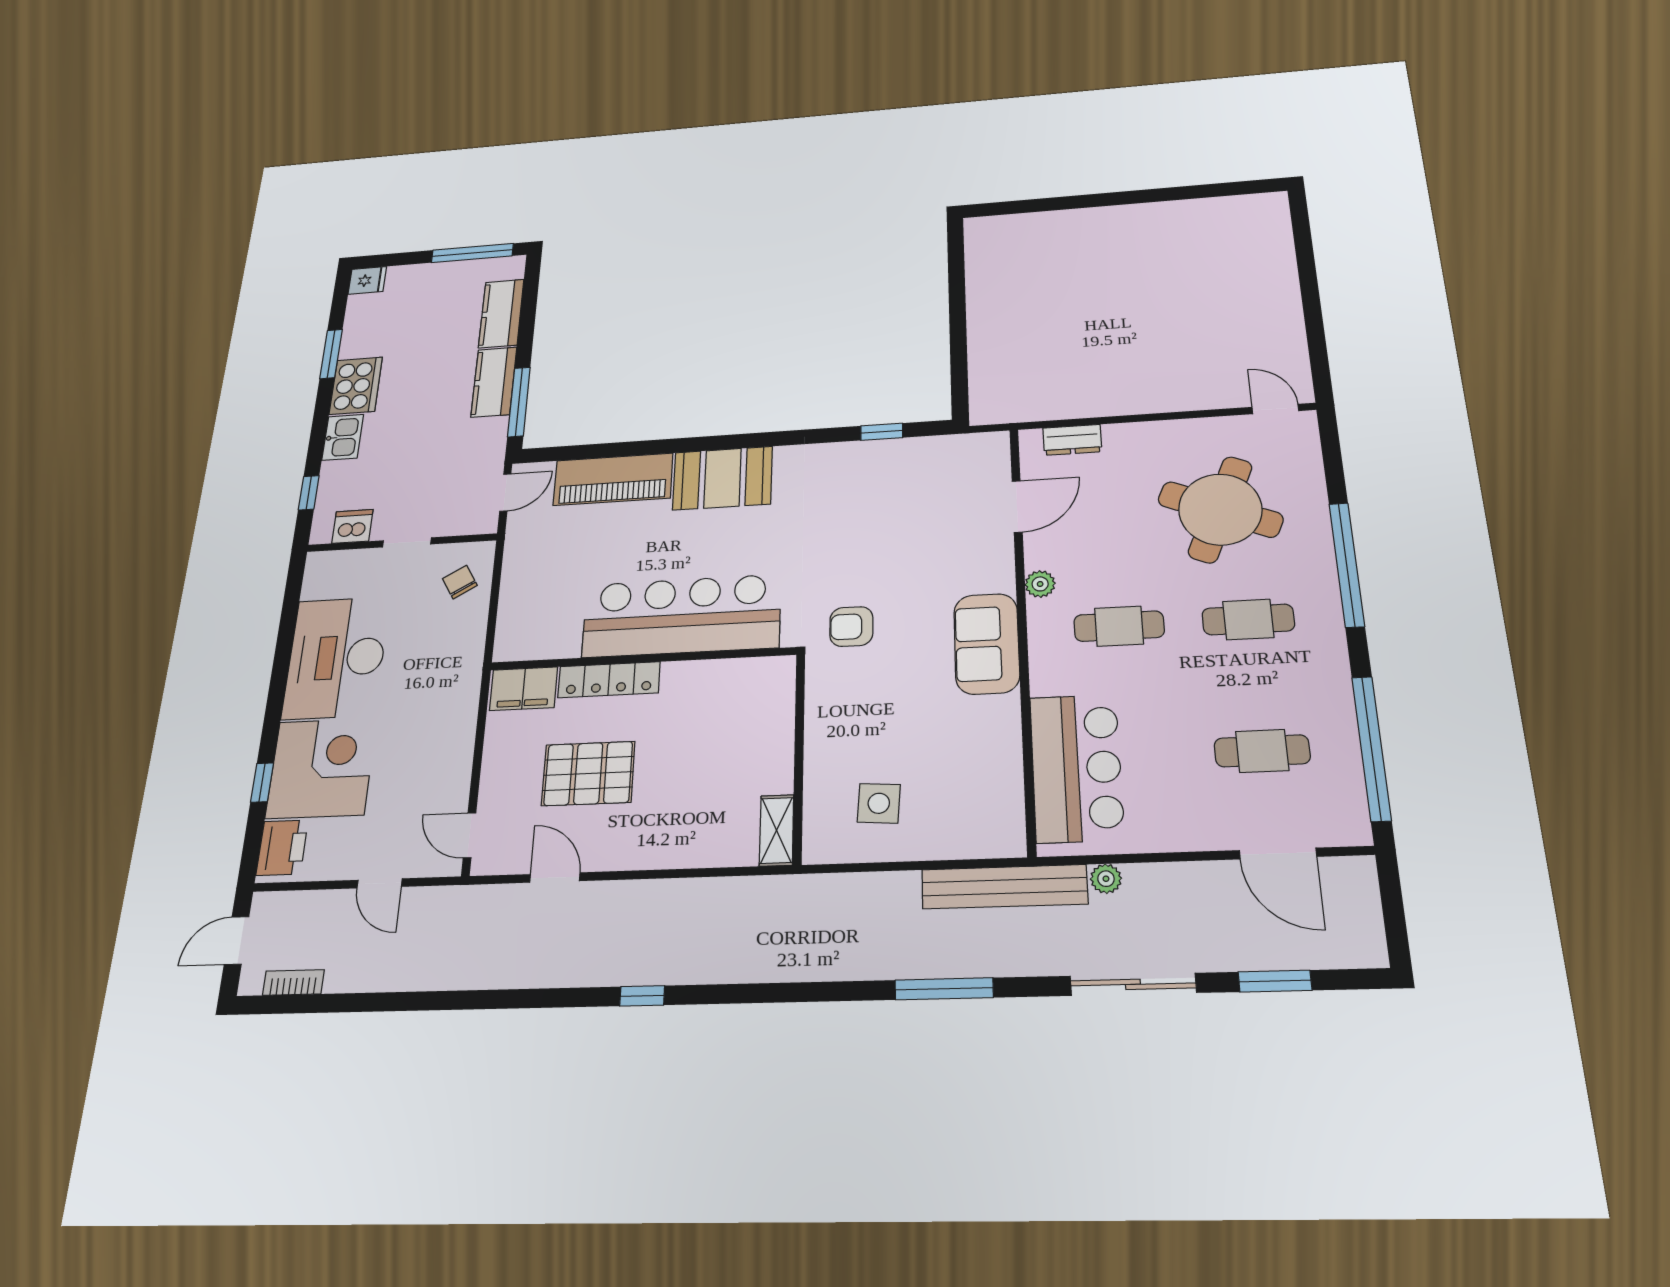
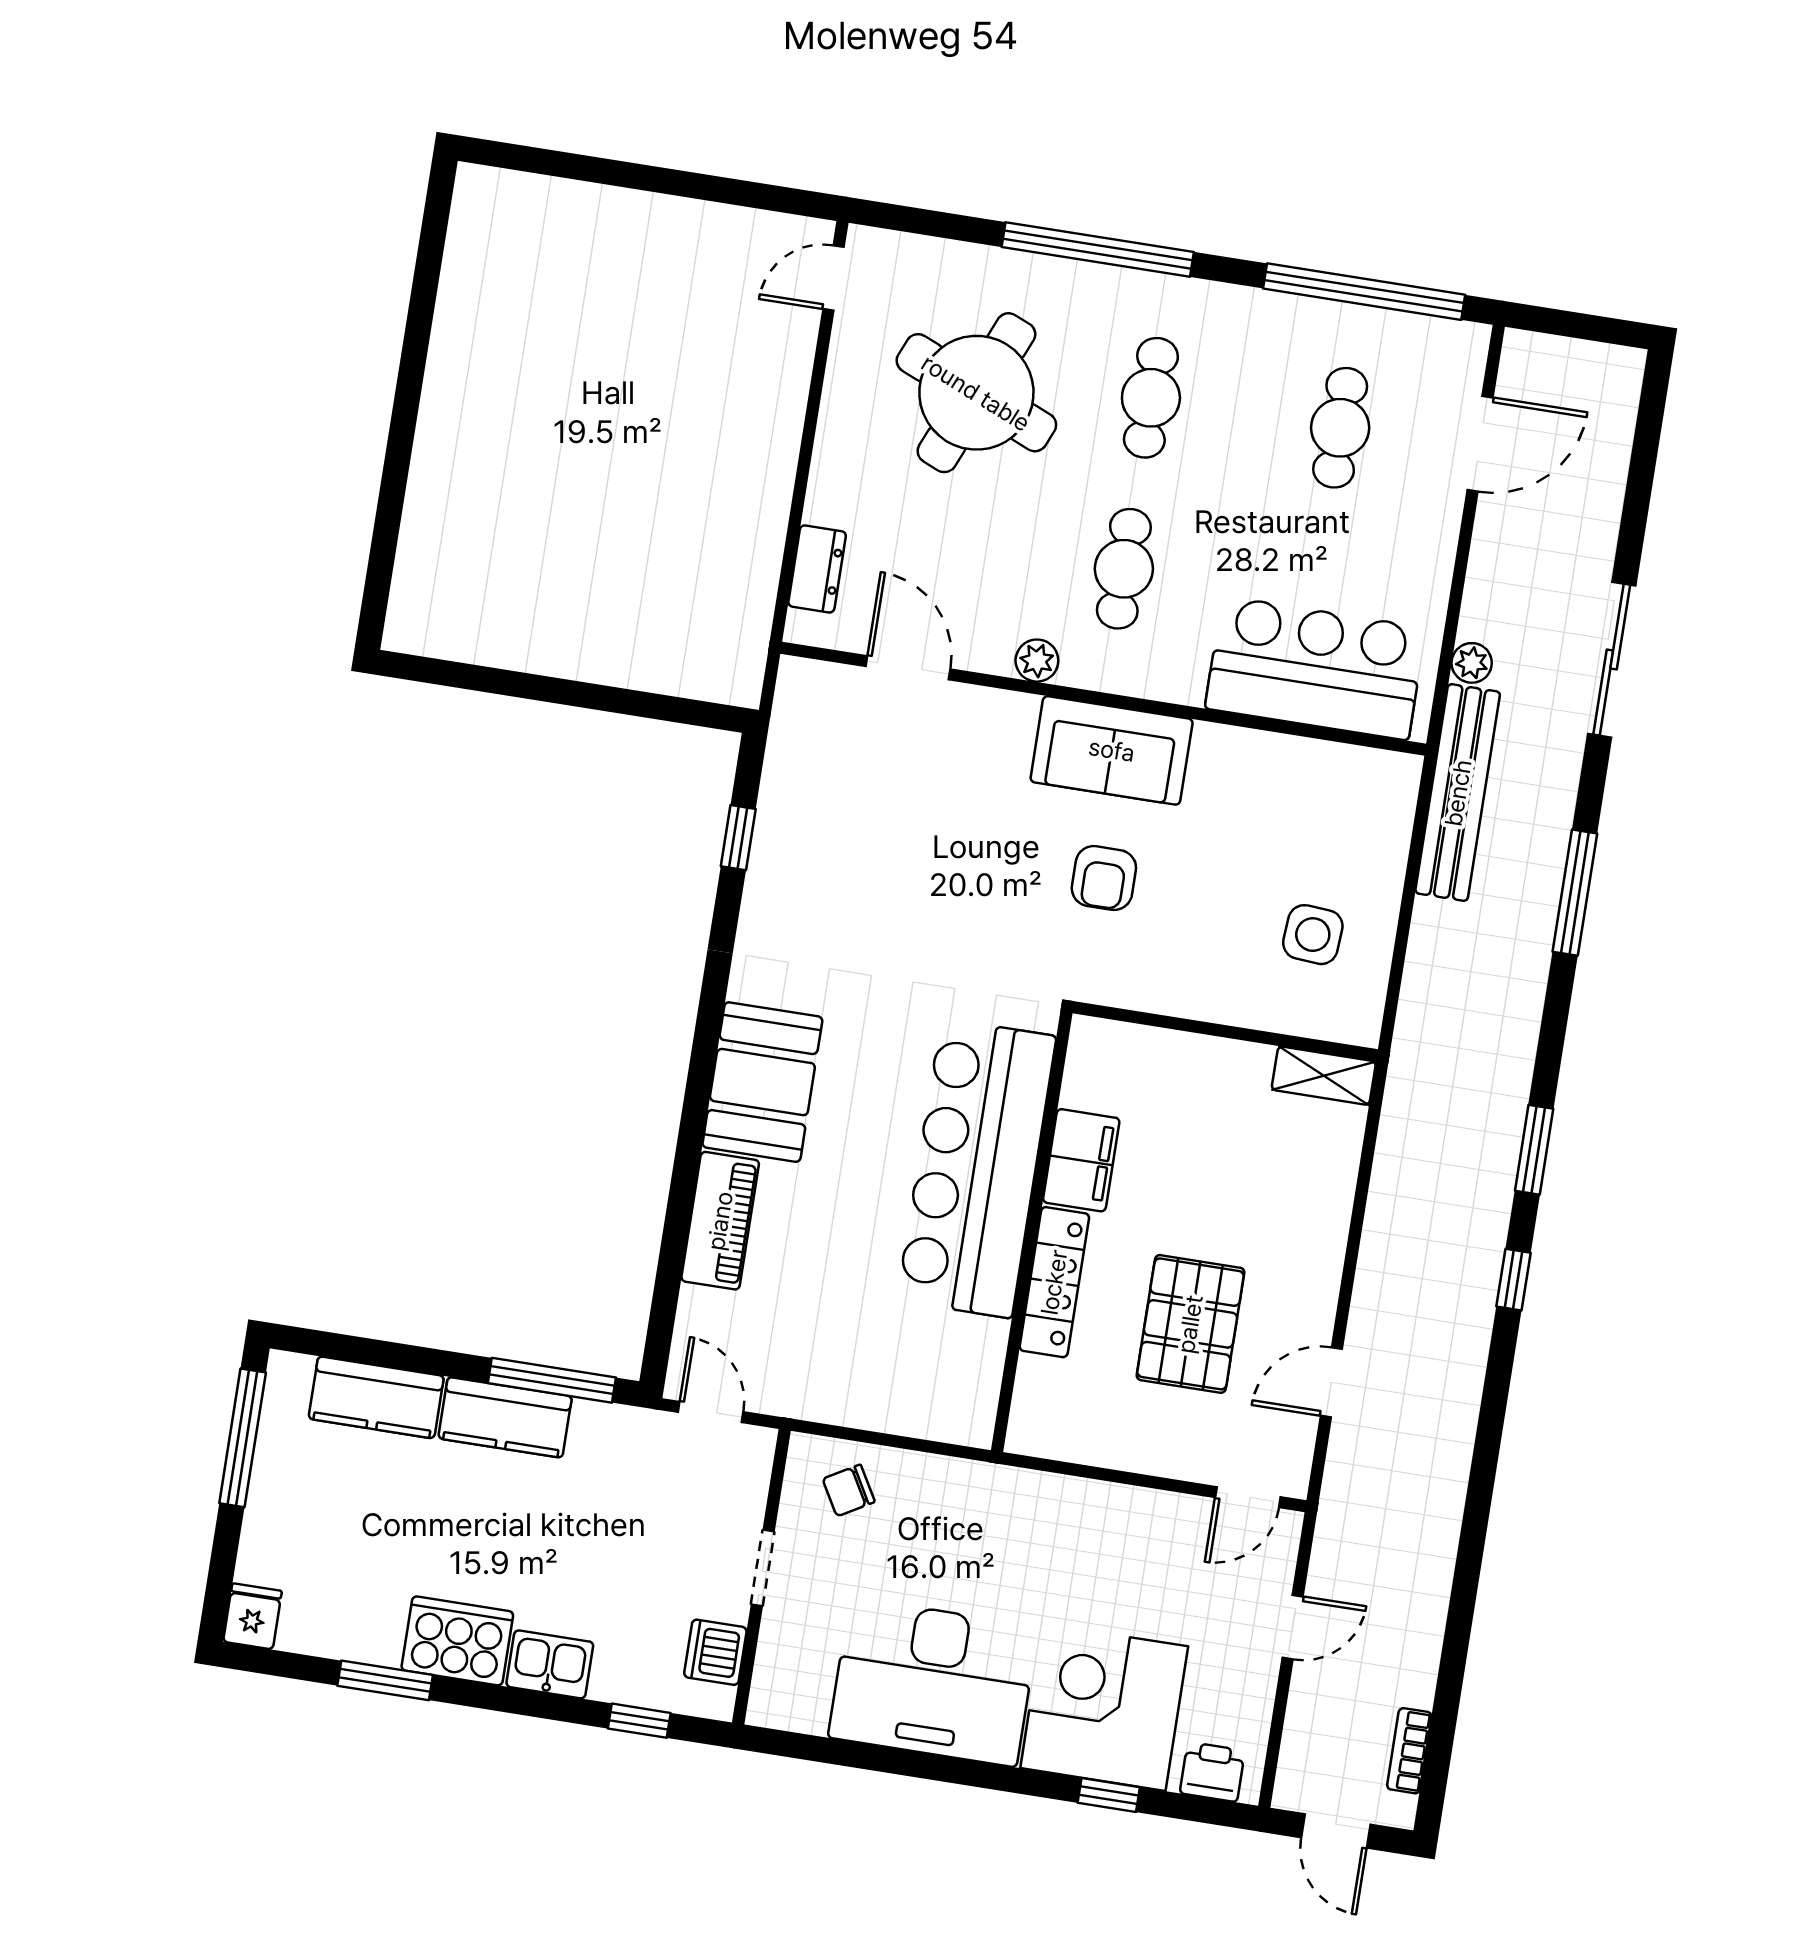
piano: (613, 479) -> (720, 1221), width x0.73, depth x0.75
armchair: (851, 627) -> (1104, 878), moved
filing cabinet: (524, 689) -> (1081, 1160), moved
printer: (282, 848) -> (1212, 1772), width x0.73, depth x0.81
window: (1275, 981) -> (1534, 1150), moved

